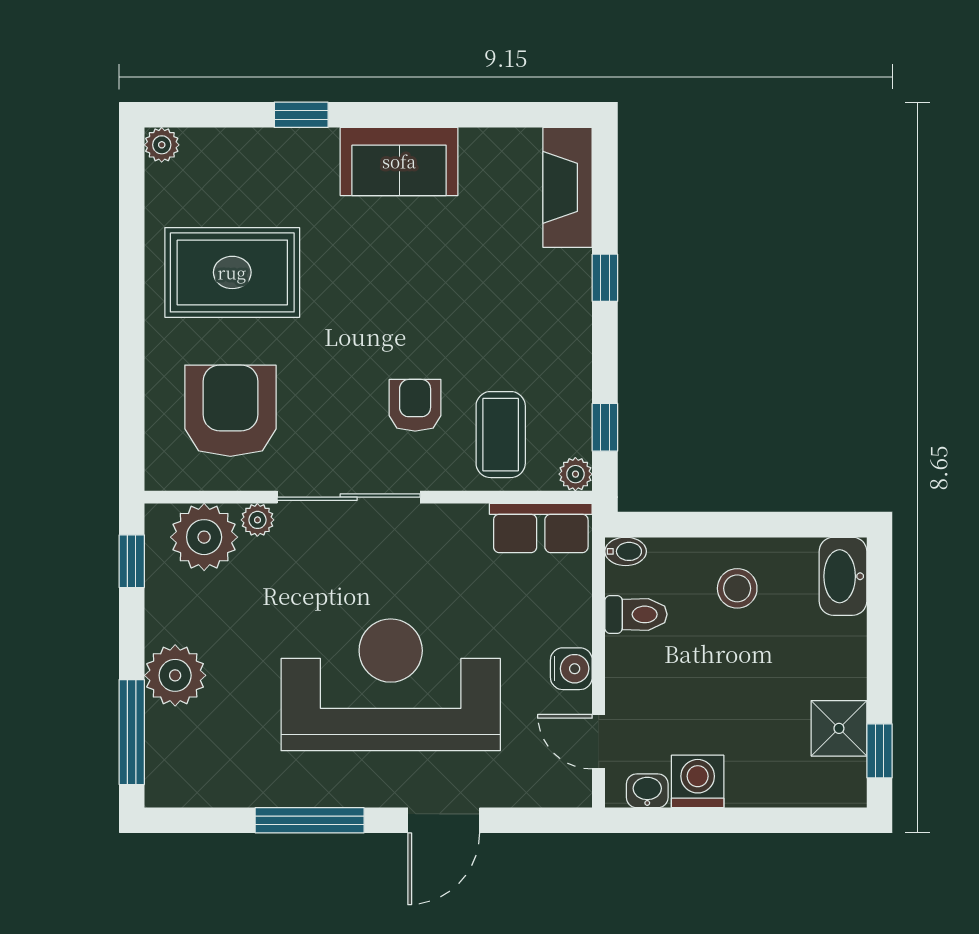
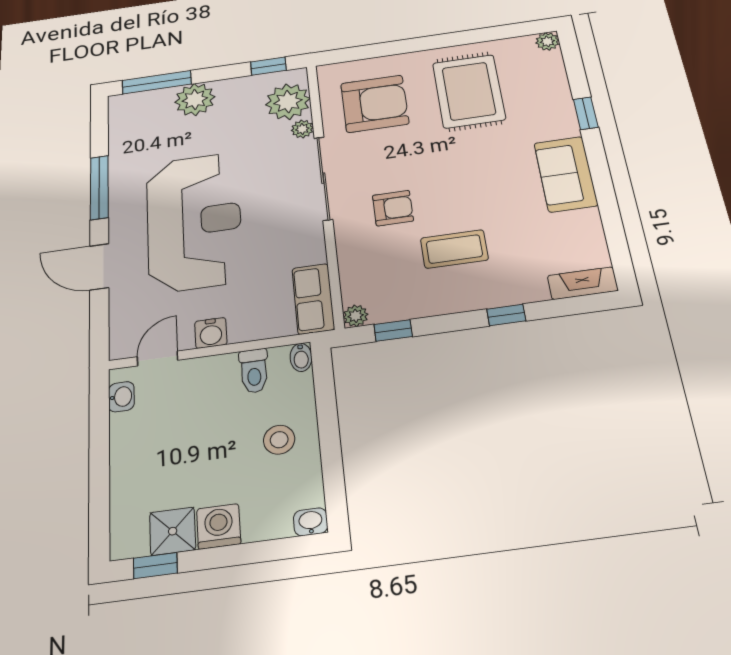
fireplace: (568, 187) -> (583, 283), width x0.73, depth x0.76
coffee table: (501, 435) -> (454, 249), moved
washbasin: (843, 576) -> (311, 522), width x0.52, depth x0.69
washing machine: (698, 781) -> (219, 526), moved, turned -90

